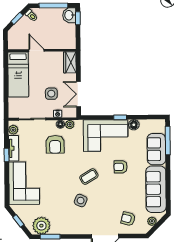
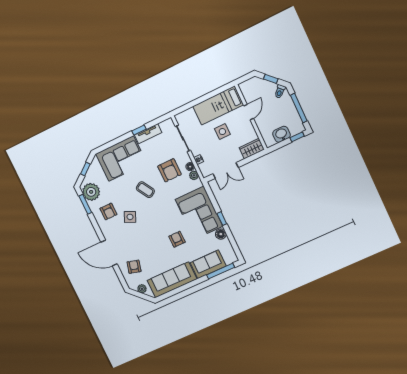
washbasin: (69, 15) -> (281, 134), moved
side table: (51, 94) -> (222, 132), moved
double door: (79, 94) -> (226, 171), swing flipped
plant: (13, 130) -> (165, 125), removed
armchair: (55, 144) -> (169, 170), turned -90
coffee table: (89, 177) -> (145, 190), moved
armchair: (67, 218) -> (108, 212), added

